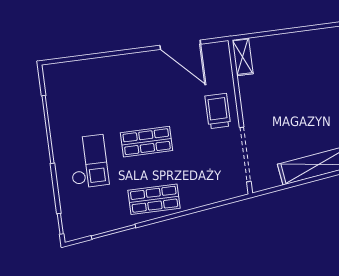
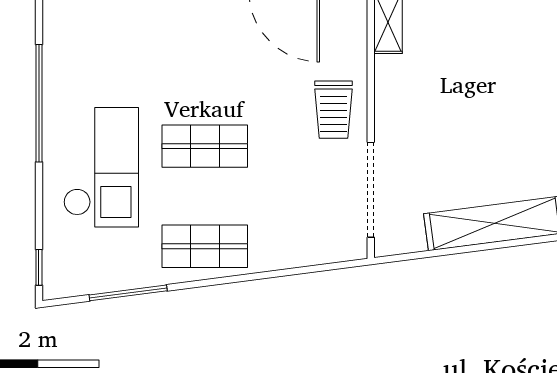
trolley: (218, 111) -> (333, 110), turned 180
checkout: (88, 162) -> (101, 167), width x1.36, depth x1.21

